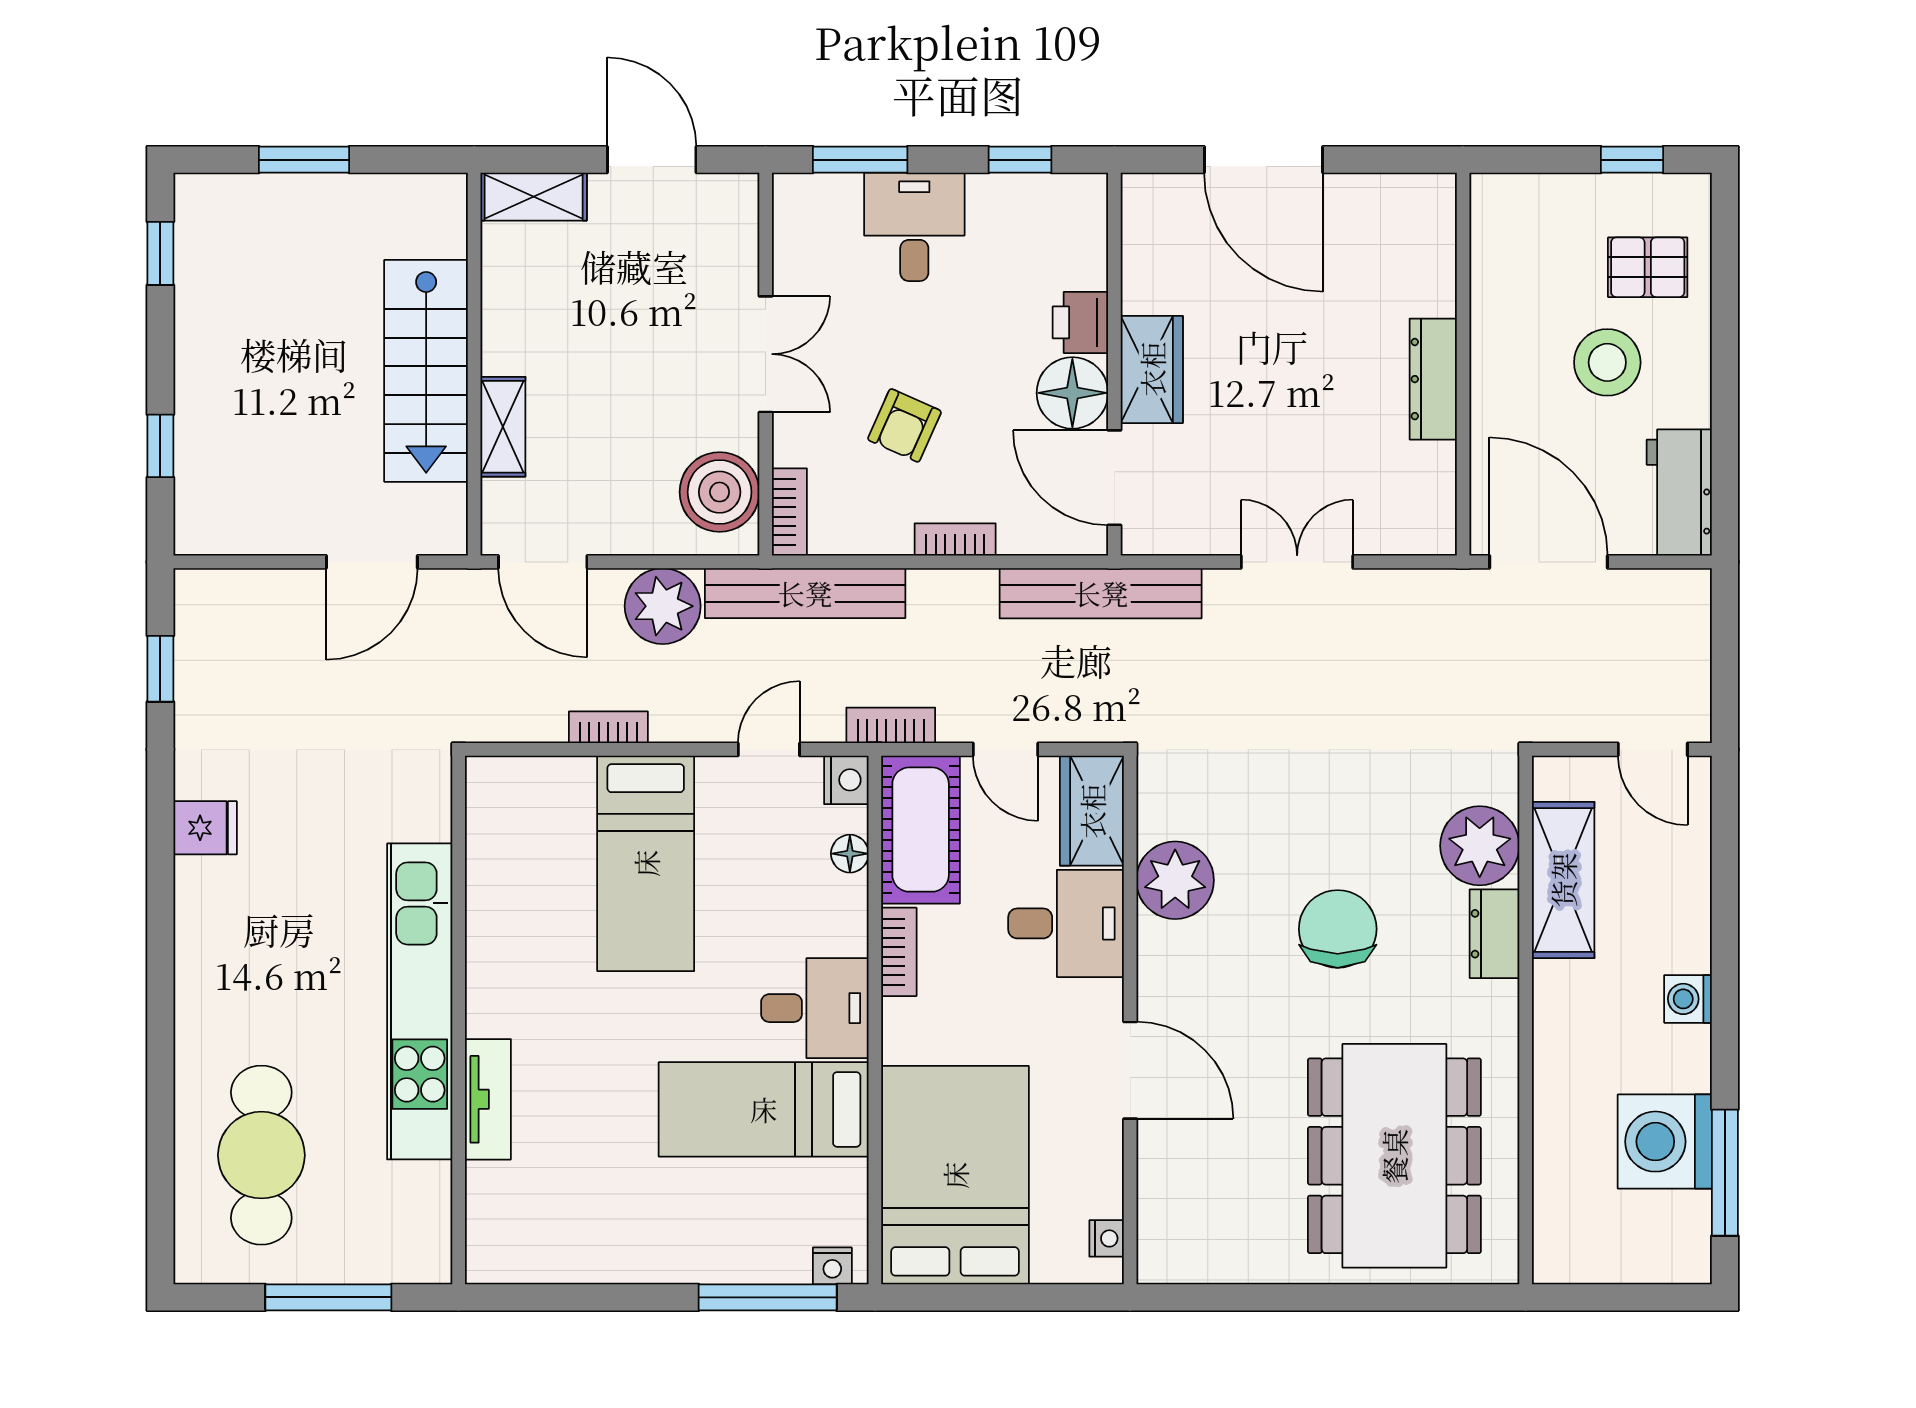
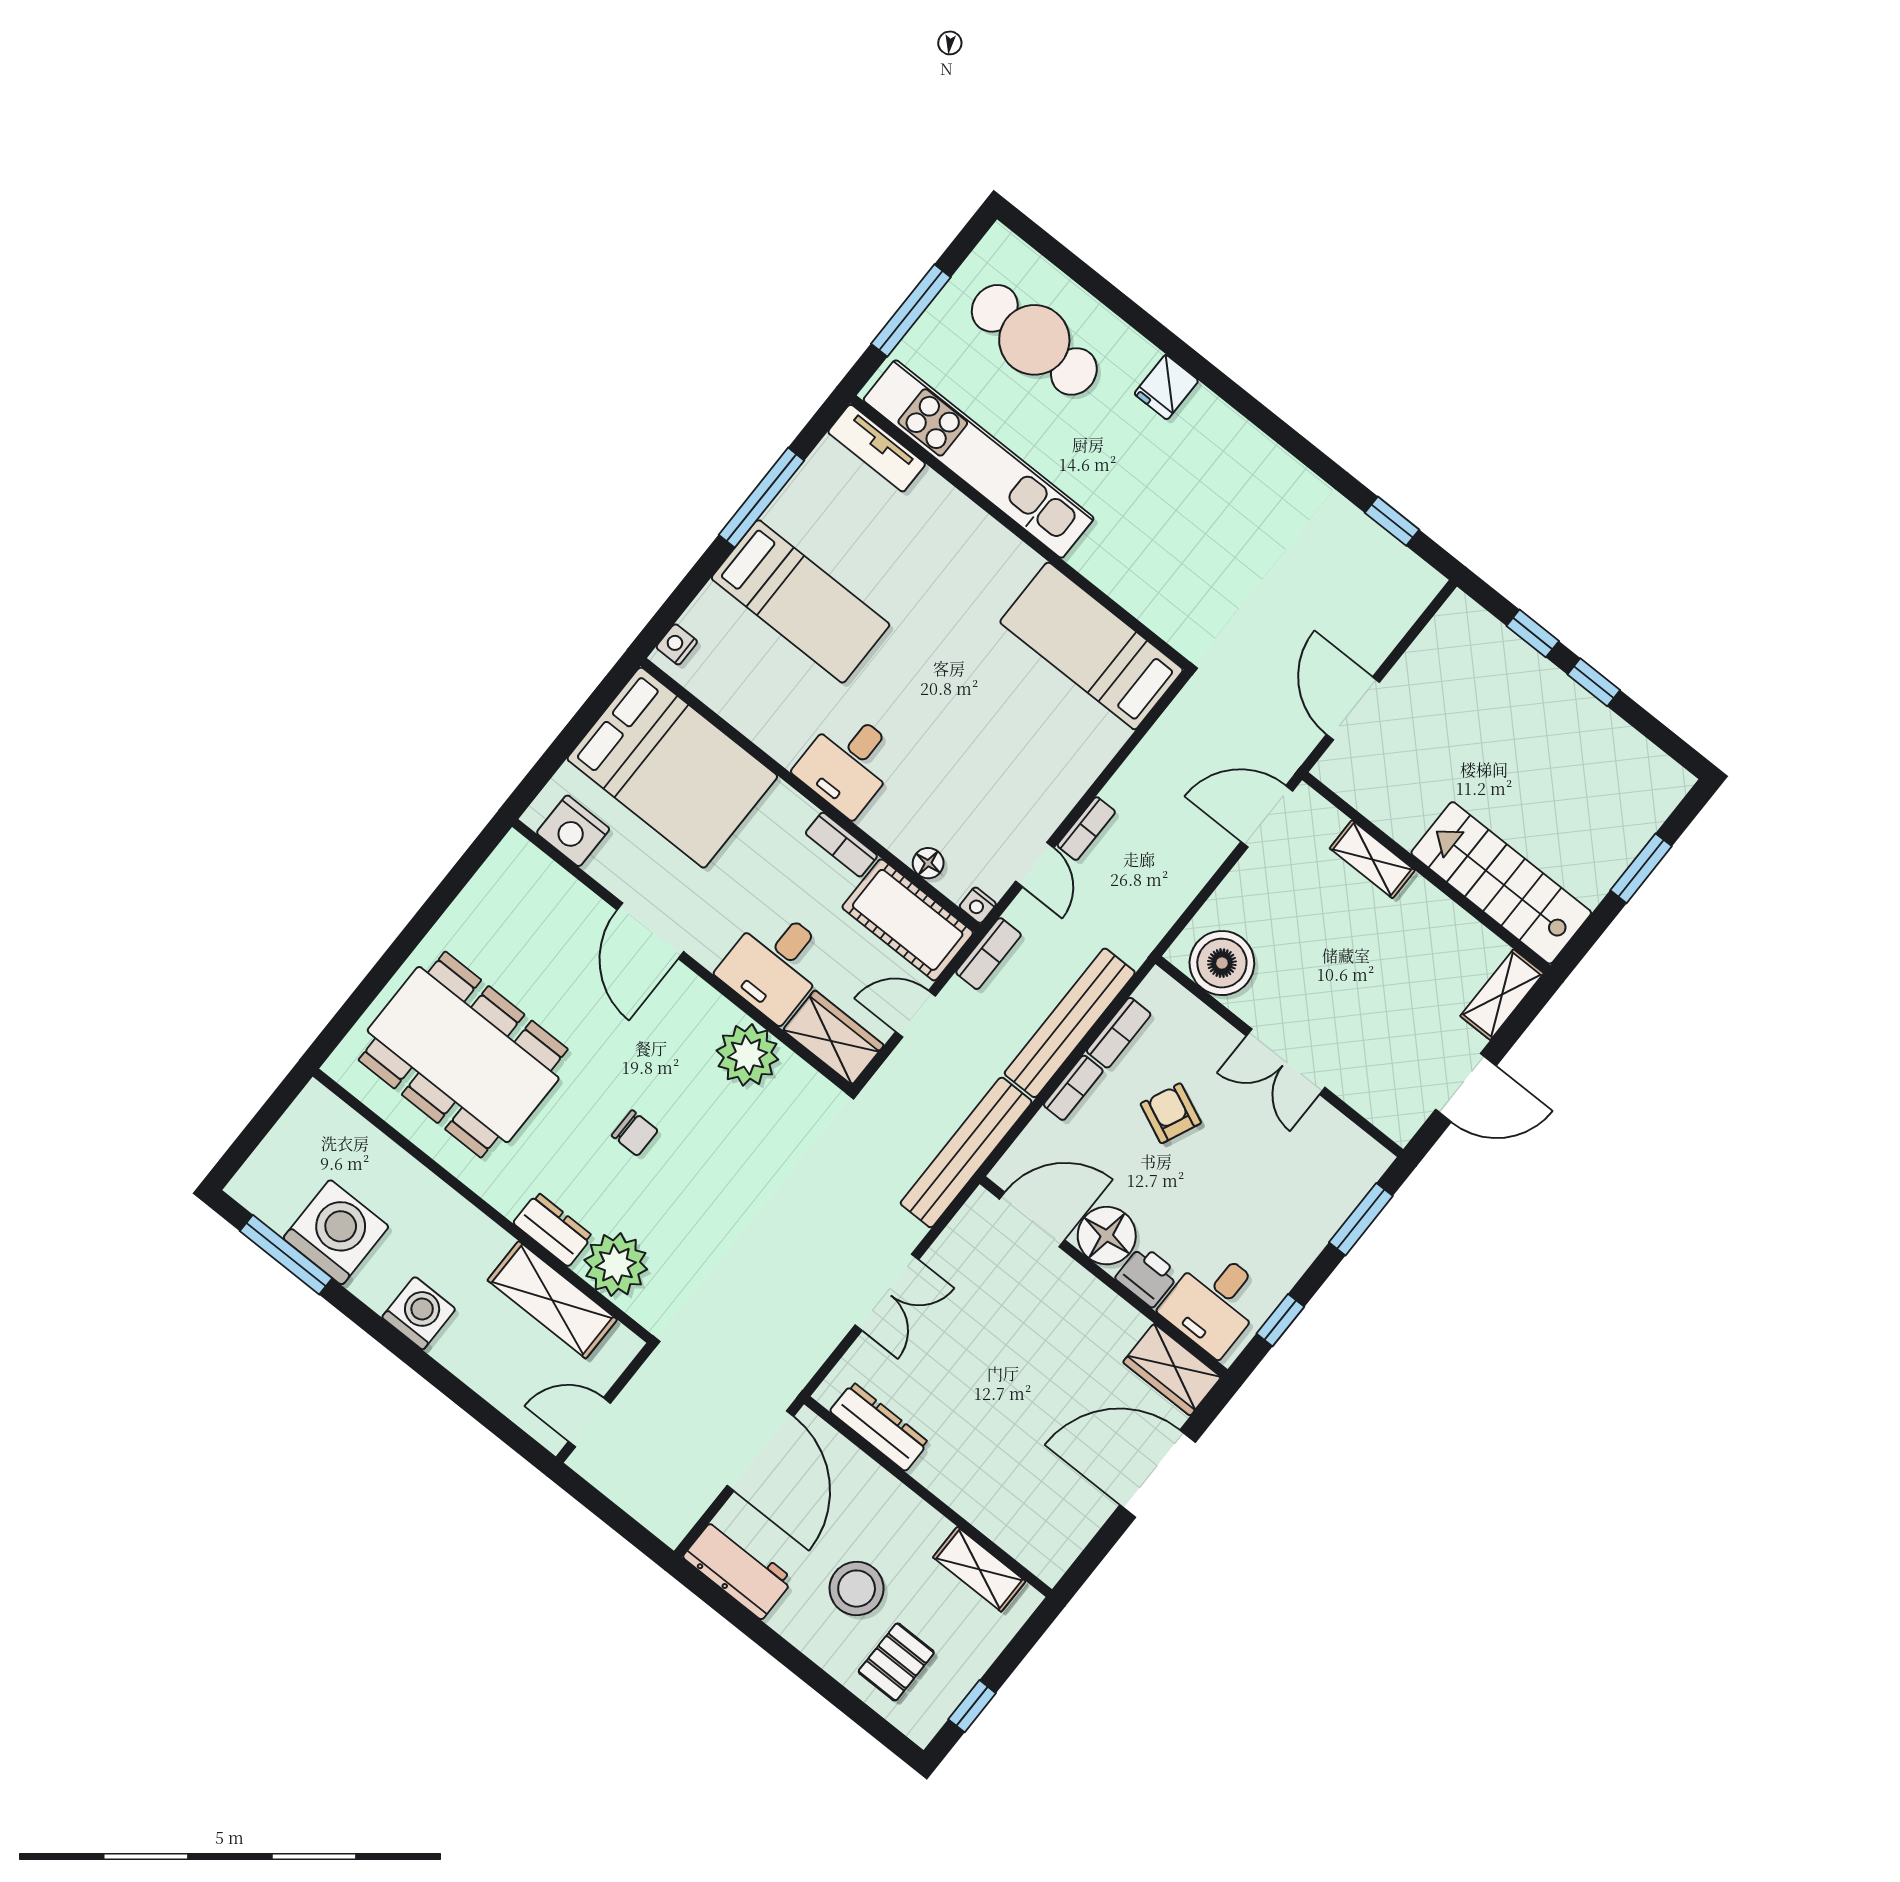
desk: (914, 227) -> (1214, 1302), moved, turned 90
window: (160, 253) -> (1594, 682), moved
shelving: (1494, 258) -> (979, 1569), added
wardrobe: (1152, 369) -> (1172, 1370), moved
stairs: (426, 371) -> (1501, 883), moved
dresser: (1433, 379) -> (879, 1427), moved
bookcase: (789, 512) -> (1119, 1033), moved, turned -90
door: (1548, 562) -> (760, 1451), hinge flipped
bench: (805, 593) -> (1070, 1023), moved
plant: (663, 606) -> (1179, 870), removed
bookcase: (608, 727) -> (1086, 829), moved
nightstand: (846, 780) -> (978, 905), width x0.72, depth x0.74
fridge: (205, 828) -> (1166, 387), moved
bed: (646, 863) -> (1091, 646), moved
chair: (1338, 929) -> (635, 1133), width x0.54, depth x0.54
washing machine: (1688, 999) -> (419, 1313), width x1.38, depth x1.38
kitchen unit: (420, 1001) -> (979, 459), moved
door: (1130, 1070) -> (650, 931), hinge flipped
tv unit: (488, 1099) -> (877, 448), moved
bed: (764, 1109) -> (801, 601), moved, turned 90
nightstand: (1107, 1238) -> (573, 831), width x1.89, depth x1.79
window: (768, 1297) -> (762, 498), moved

